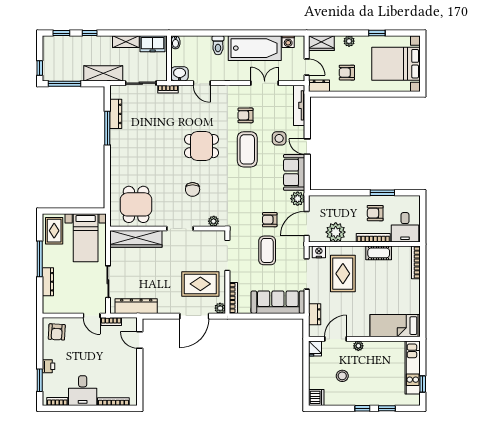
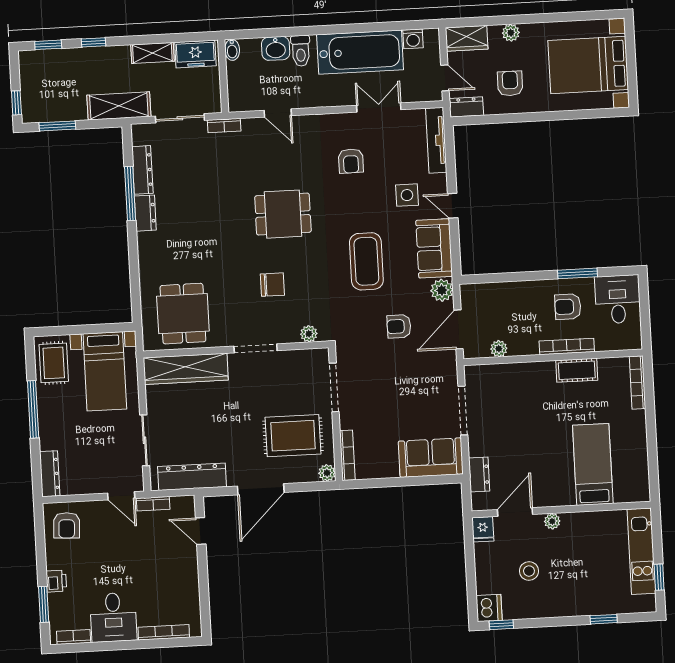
window: (377, 33) -> (555, 17), removed
armchair: (347, 73) -> (510, 83), turned 90
washbasin: (180, 74) -> (276, 48), moved, turned 180
window: (64, 84) -> (57, 126), width x0.69
armchair: (245, 115) -> (351, 161), turned -90
dresser: (116, 141) -> (145, 213), added
coffee table: (247, 149) -> (366, 261), moved
chair: (193, 189) -> (272, 285), turned -90
desk: (405, 227) -> (618, 299), moved, turned 180
plant: (336, 232) -> (499, 349), width x0.53, depth x0.53
coffee table: (267, 250) -> (398, 376), removed
nightstand: (319, 252) -> (481, 374), removed
rug: (343, 274) -> (521, 407), removed
dresser: (48, 282) -> (50, 474), moved
sofa: (278, 302) -> (431, 458), width x0.73
door: (194, 316) -> (261, 489), moved
bed: (395, 326) -> (593, 464), moved, turned 90
window: (362, 408) -> (501, 625), moved

